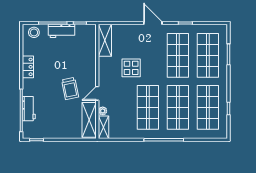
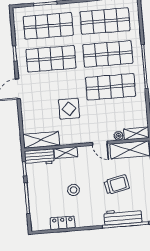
workbench: (61, 31) -> (39, 157), moved, turned 90
stool: (34, 32) -> (74, 190), moved
shelving: (91, 62) -> (66, 153), added
locker: (28, 67) -> (63, 223), moved
trolley: (70, 89) -> (117, 185), moved
workbench: (29, 109) -> (123, 217), width x1.38

